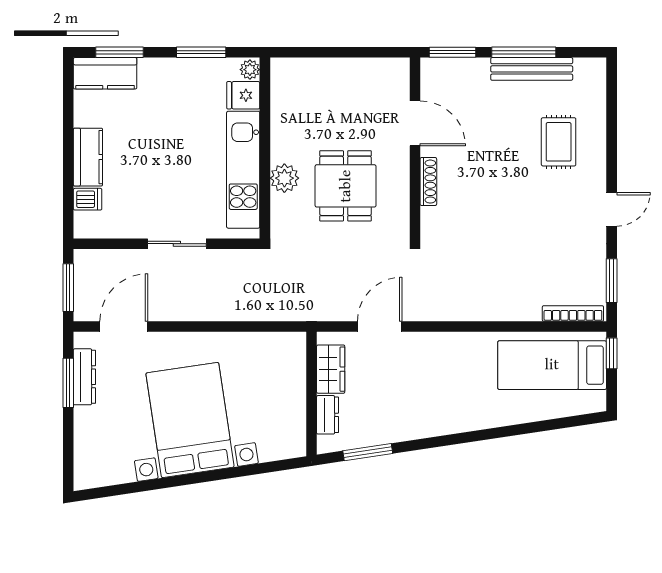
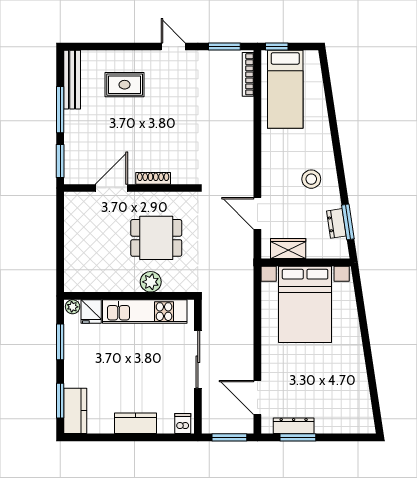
bench: (532, 69) -> (72, 80), moved
dishwasher: (88, 199) -> (183, 423), moved
sliding door: (177, 244) -> (198, 359), width x1.37
stool: (427, 401) -> (311, 179), added
dresser: (328, 415) -> (336, 223), moved, turned -99
bed with nightstands: (190, 420) -> (305, 304), moved, turned -81

